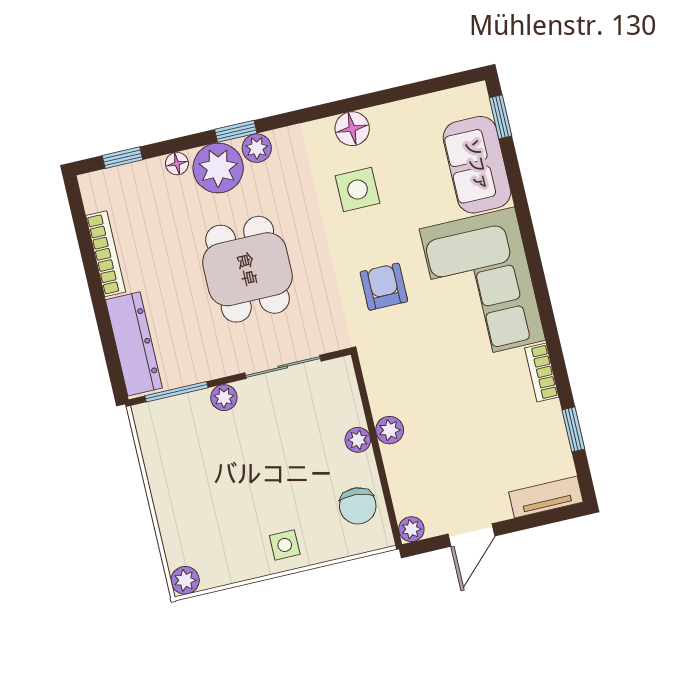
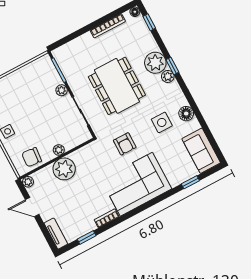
window: (501, 117) -> (190, 182), moved
floor lamp: (177, 164) -> (135, 12), moved
sofa: (477, 165) -> (201, 151), moved, turned -90
dining table: (247, 269) -> (117, 86), width x1.38
armchair: (384, 287) -> (125, 144), turned 90
dresser: (134, 344) -> (74, 47), removed
plant: (390, 430) -> (64, 169), width x1.88, depth x1.88

